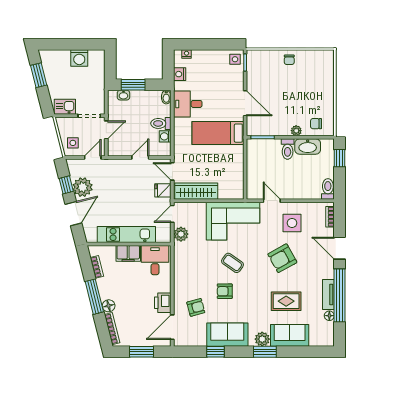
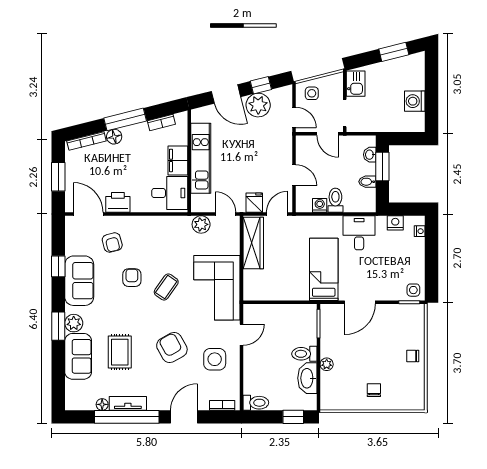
bidet: (166, 97) -> (367, 182), moved
chair: (316, 124) -> (374, 390), moved

